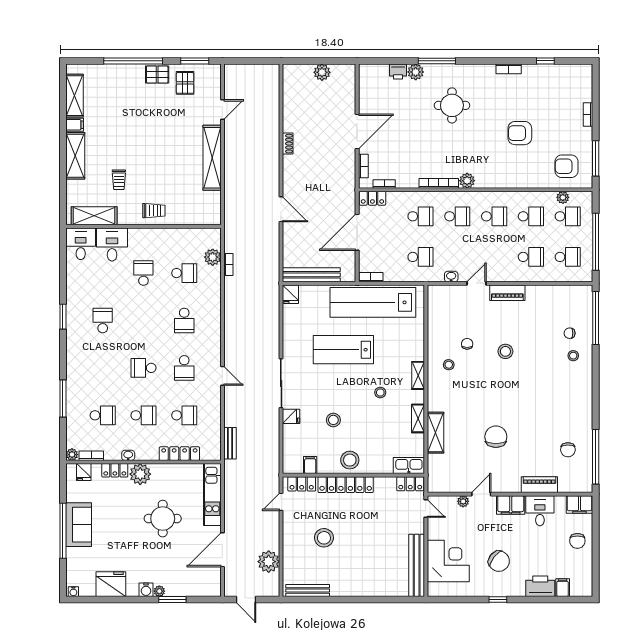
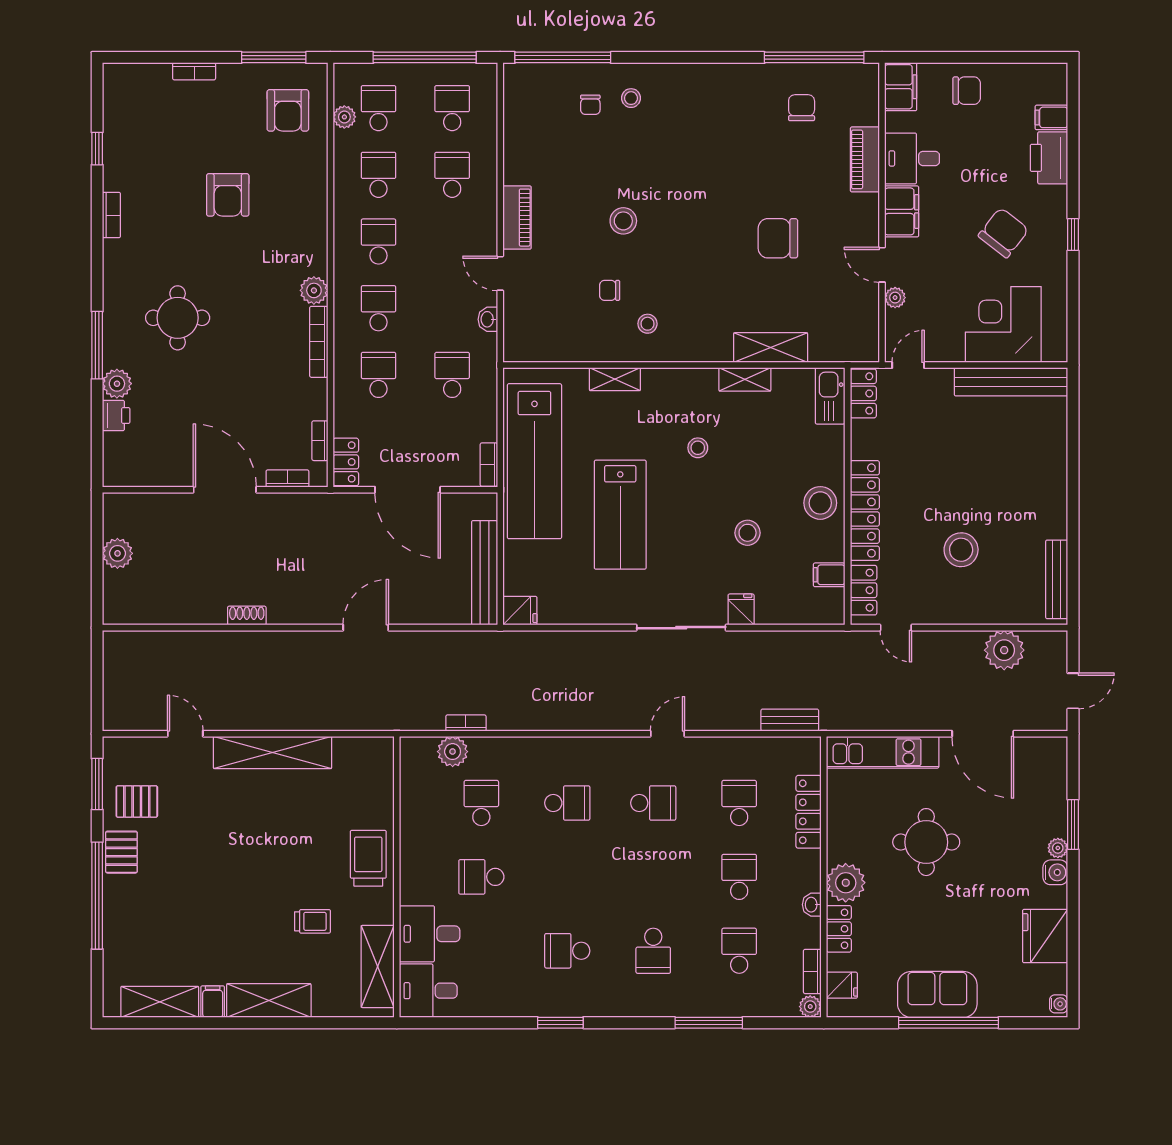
trolley: (154, 211) -> (368, 858), width x1.36, depth x1.39
school desk: (143, 368) -> (653, 951), moved
shelving: (418, 375) -> (615, 379), moved
chair: (568, 450) -> (802, 108), turned -90

